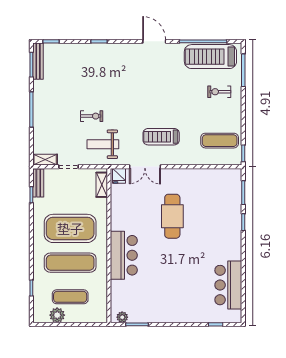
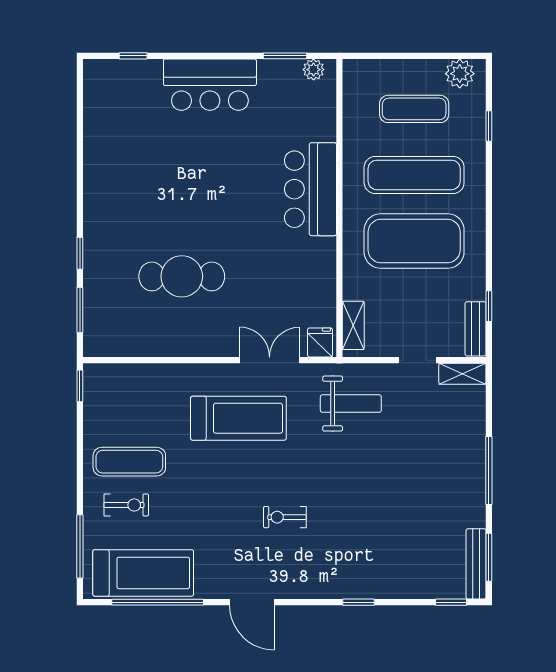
exercise bike: (92, 116) -> (285, 517), moved
treadmill: (161, 137) -> (238, 418), width x1.37, depth x1.38
exercise mat: (220, 141) -> (129, 462), moved
cafe table: (172, 216) -> (182, 276), moved, turned 90
bar counter: (228, 285) -> (210, 85), moved, turned 90
plant: (57, 315) -> (460, 74), moved

